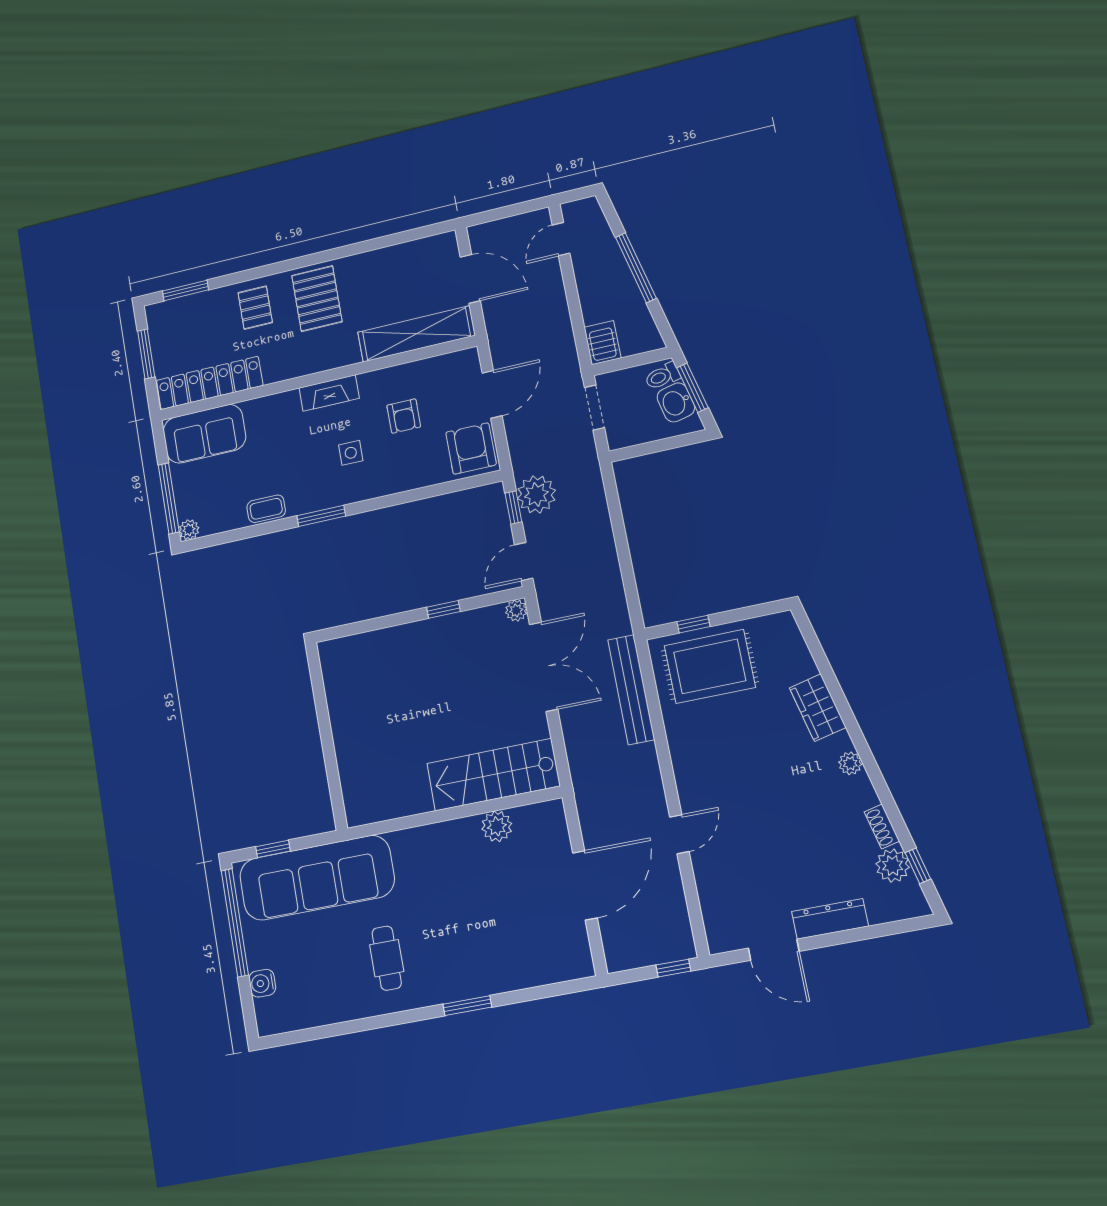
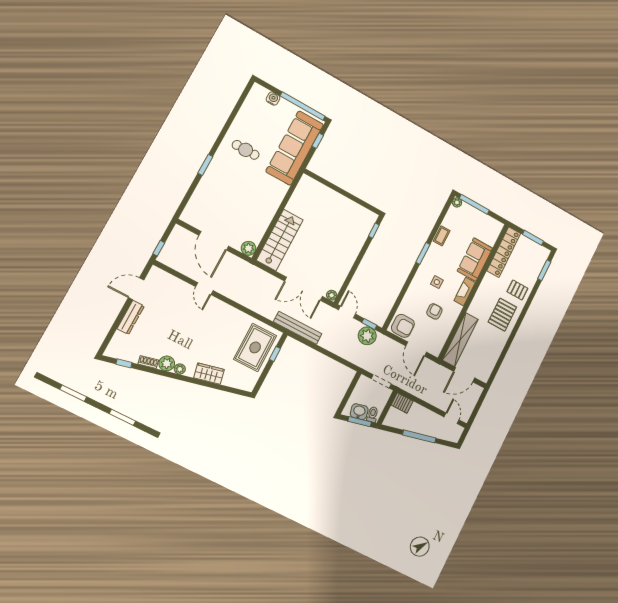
pallet: (317, 299) -> (502, 315), turned 90
armchair: (404, 416) -> (434, 311), turned 90
sofa: (204, 434) -> (475, 260), moved
window: (443, 609) -> (374, 231), moved
bench: (631, 690) -> (298, 328), moved
plant: (497, 826) -> (248, 248), moved
plant: (893, 866) -> (167, 363), moved

